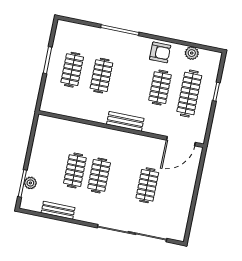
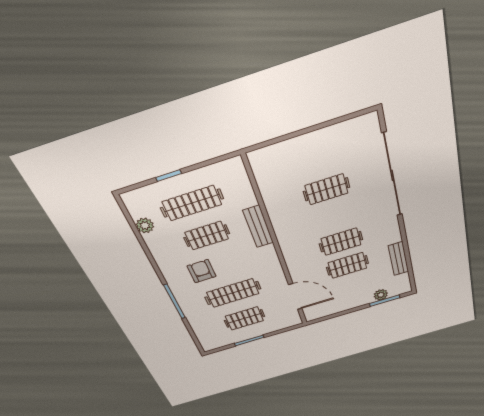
armchair: (160, 52) -> (202, 271), moved
clothes rail: (101, 76) -> (233, 293), width x1.36
bench: (125, 121) -> (258, 227), moved
door: (181, 141) -> (295, 297), moved

